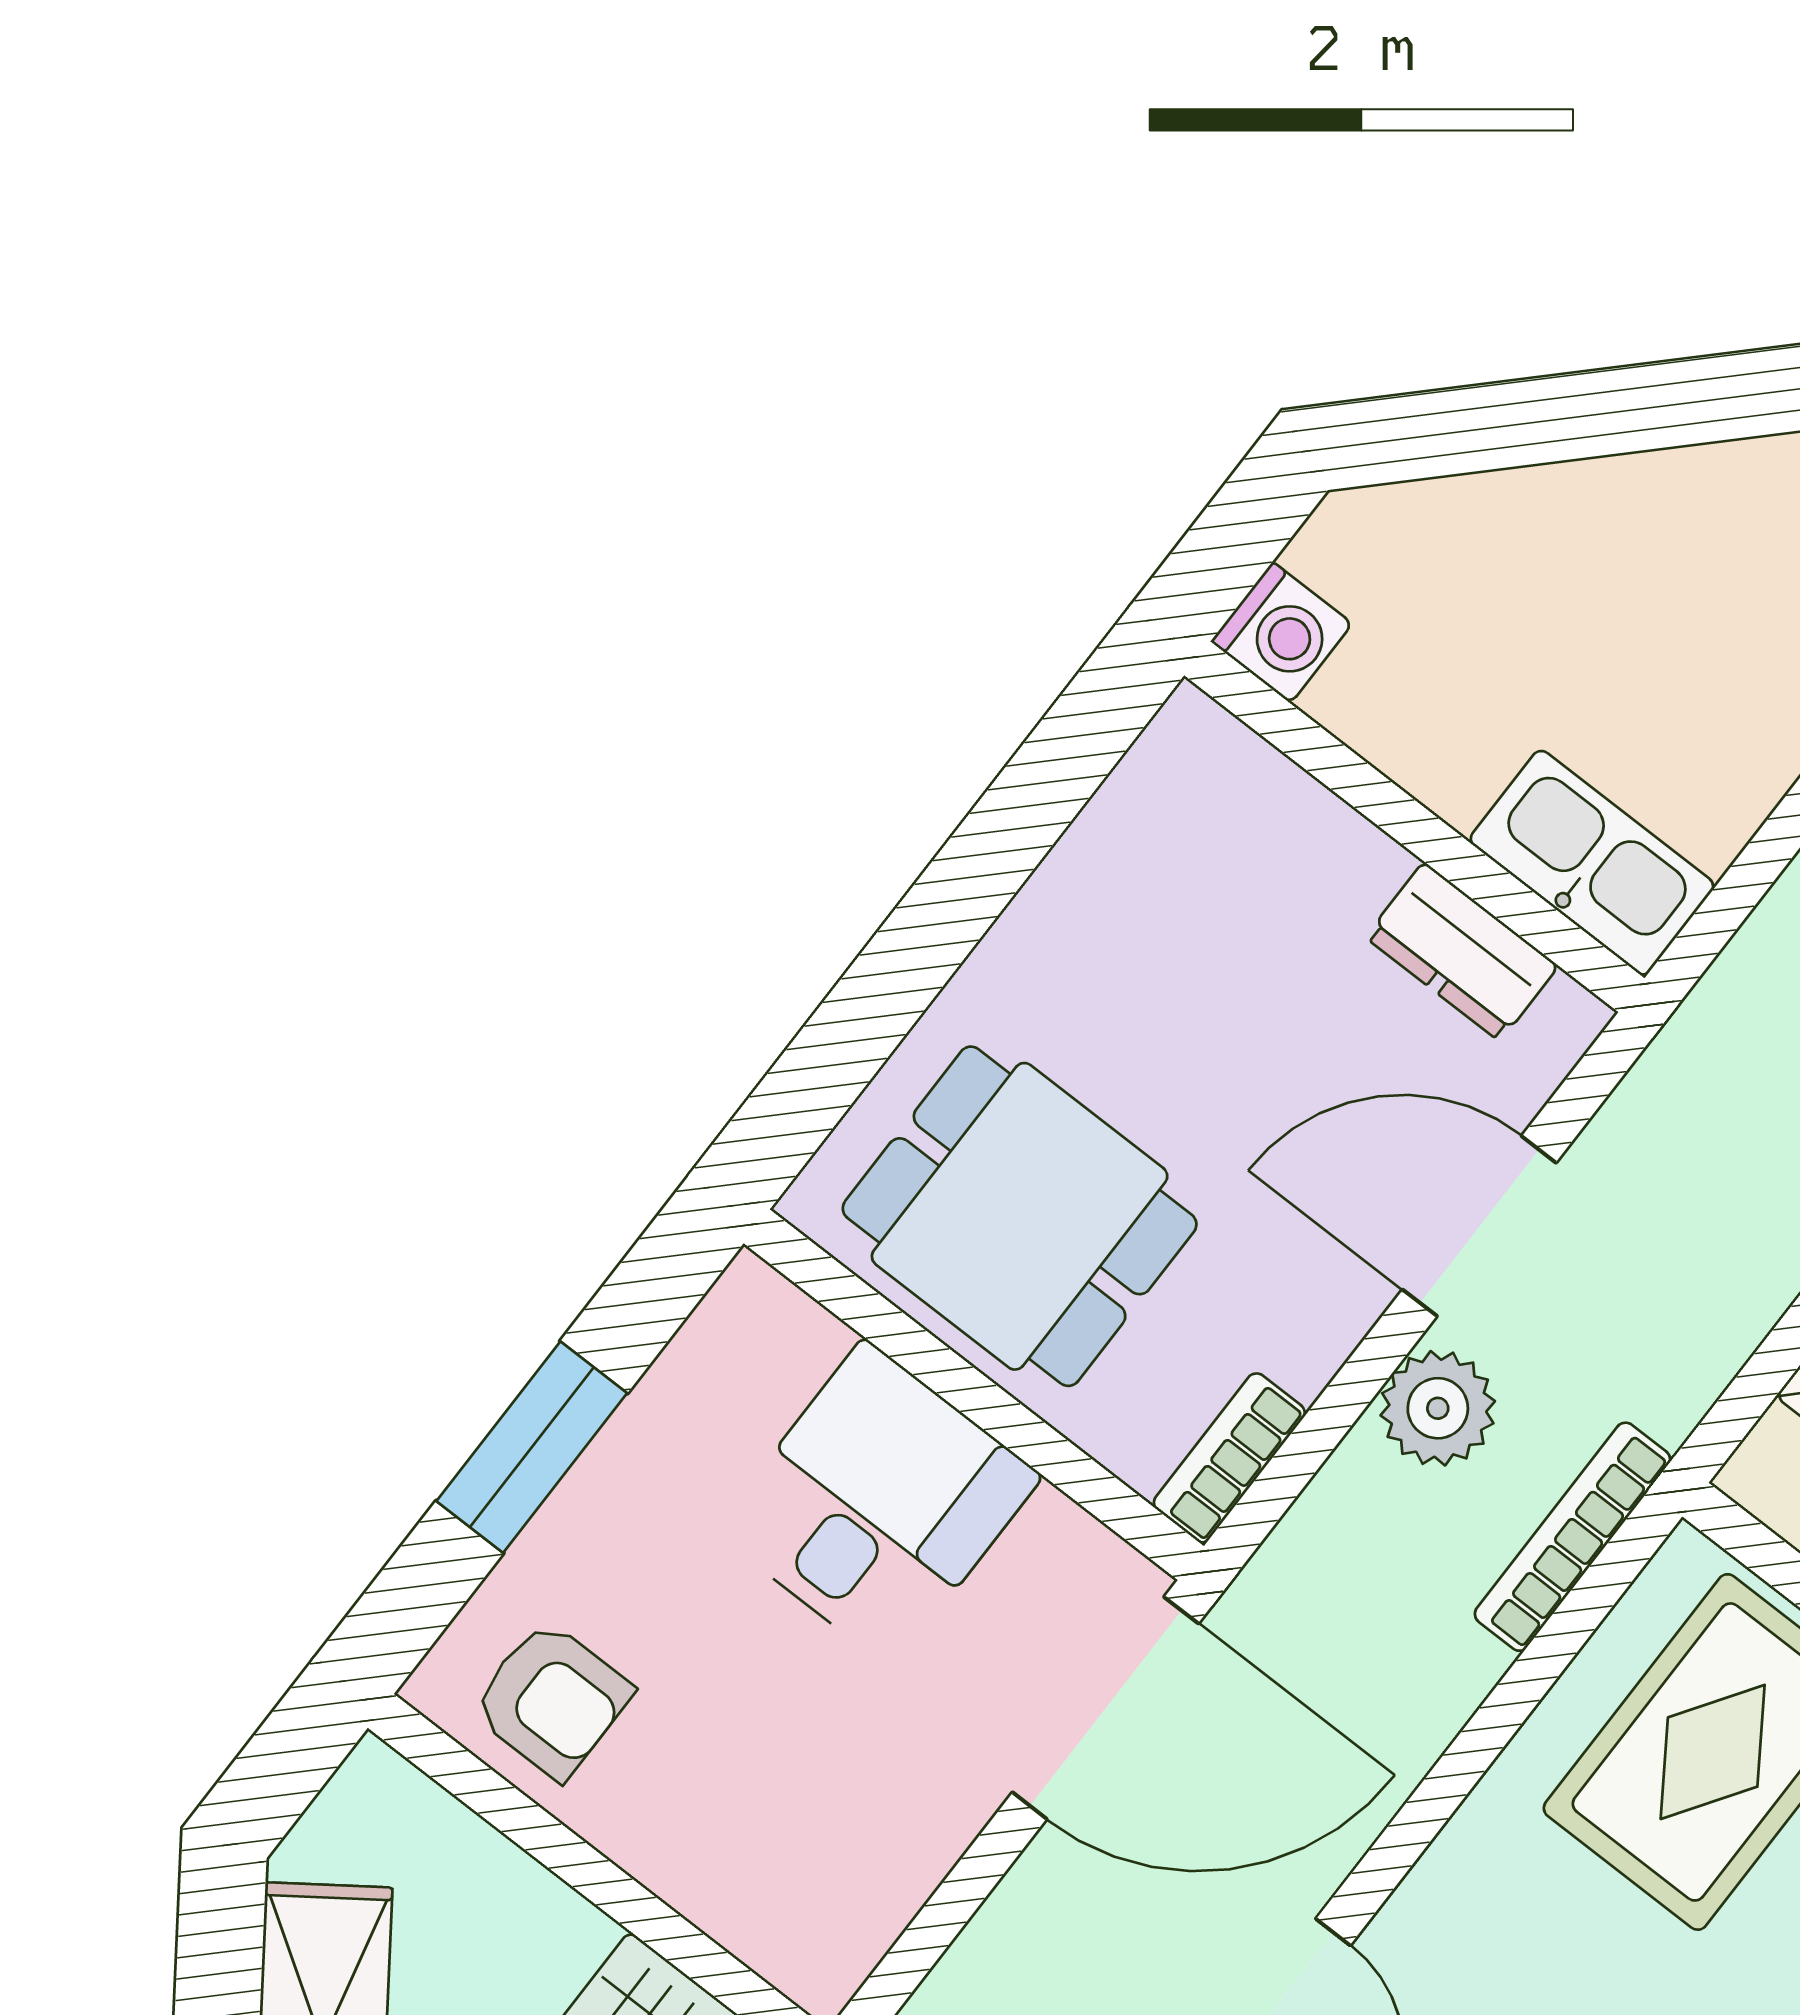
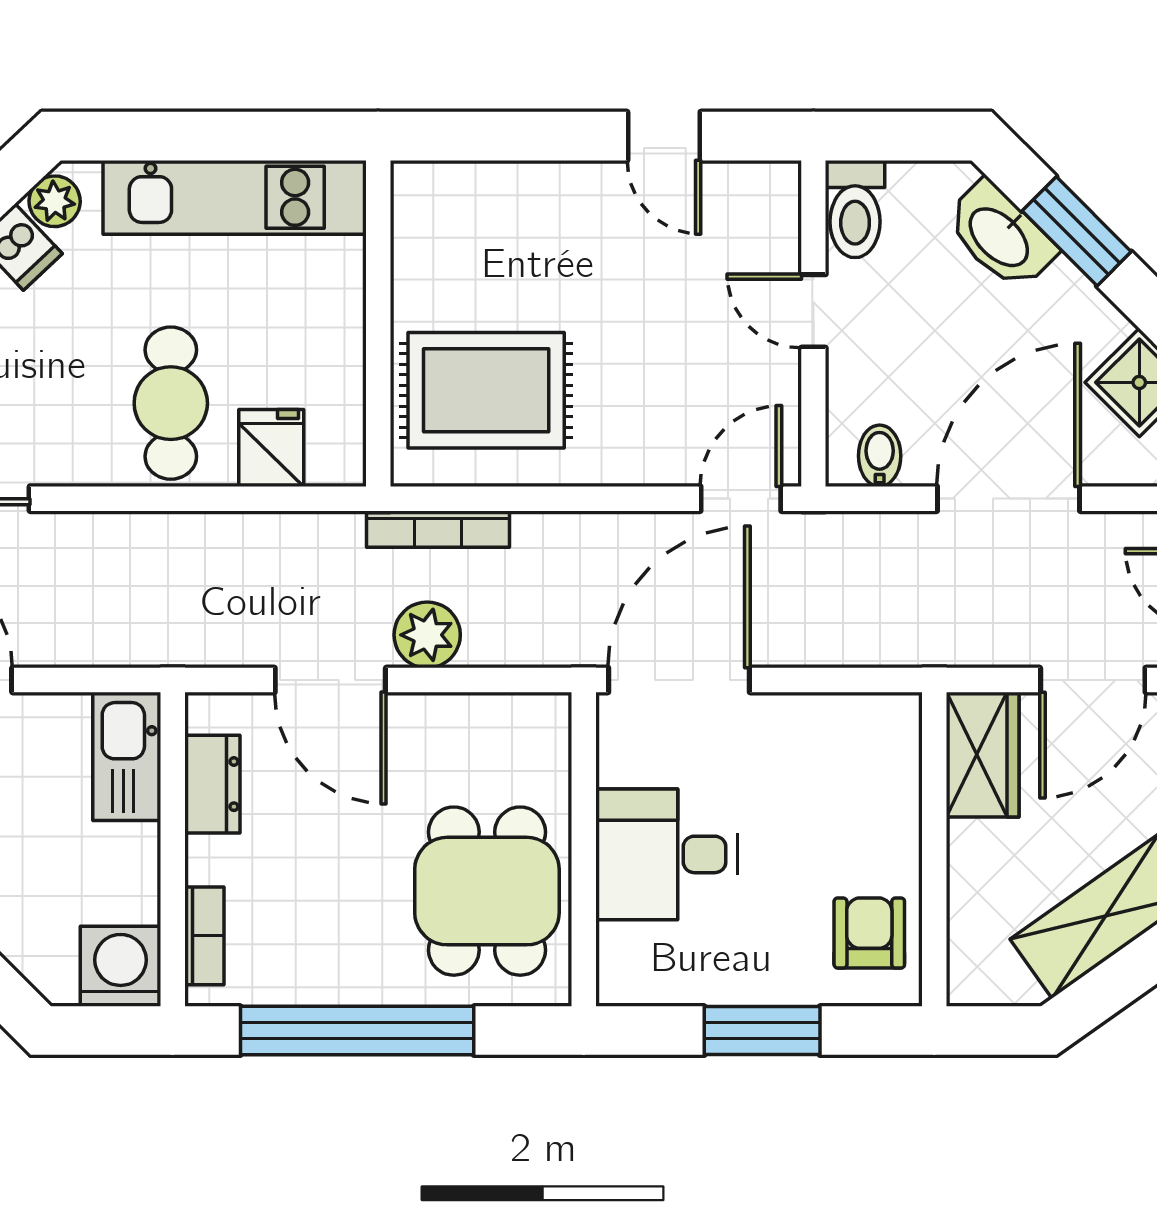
washing machine: (1282, 633) -> (121, 966), width x1.38, depth x1.38
window: (966, 887) -> (357, 1031), added
bookcase: (1229, 1458) -> (204, 936), moved, turned -90
door: (1105, 1708) -> (679, 680), hinge flipped

